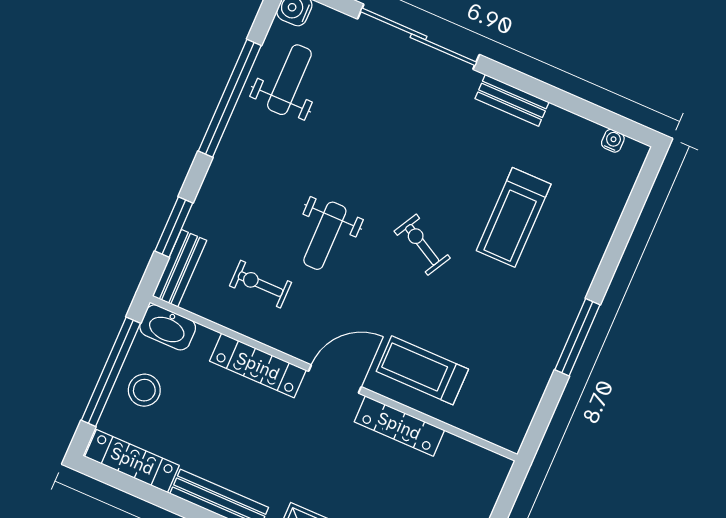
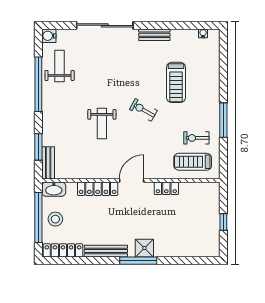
exercise bike: (261, 284) -> (196, 138), moved
treadmill: (422, 370) -> (193, 162), moved
locker: (399, 426) -> (166, 188), width x0.66

